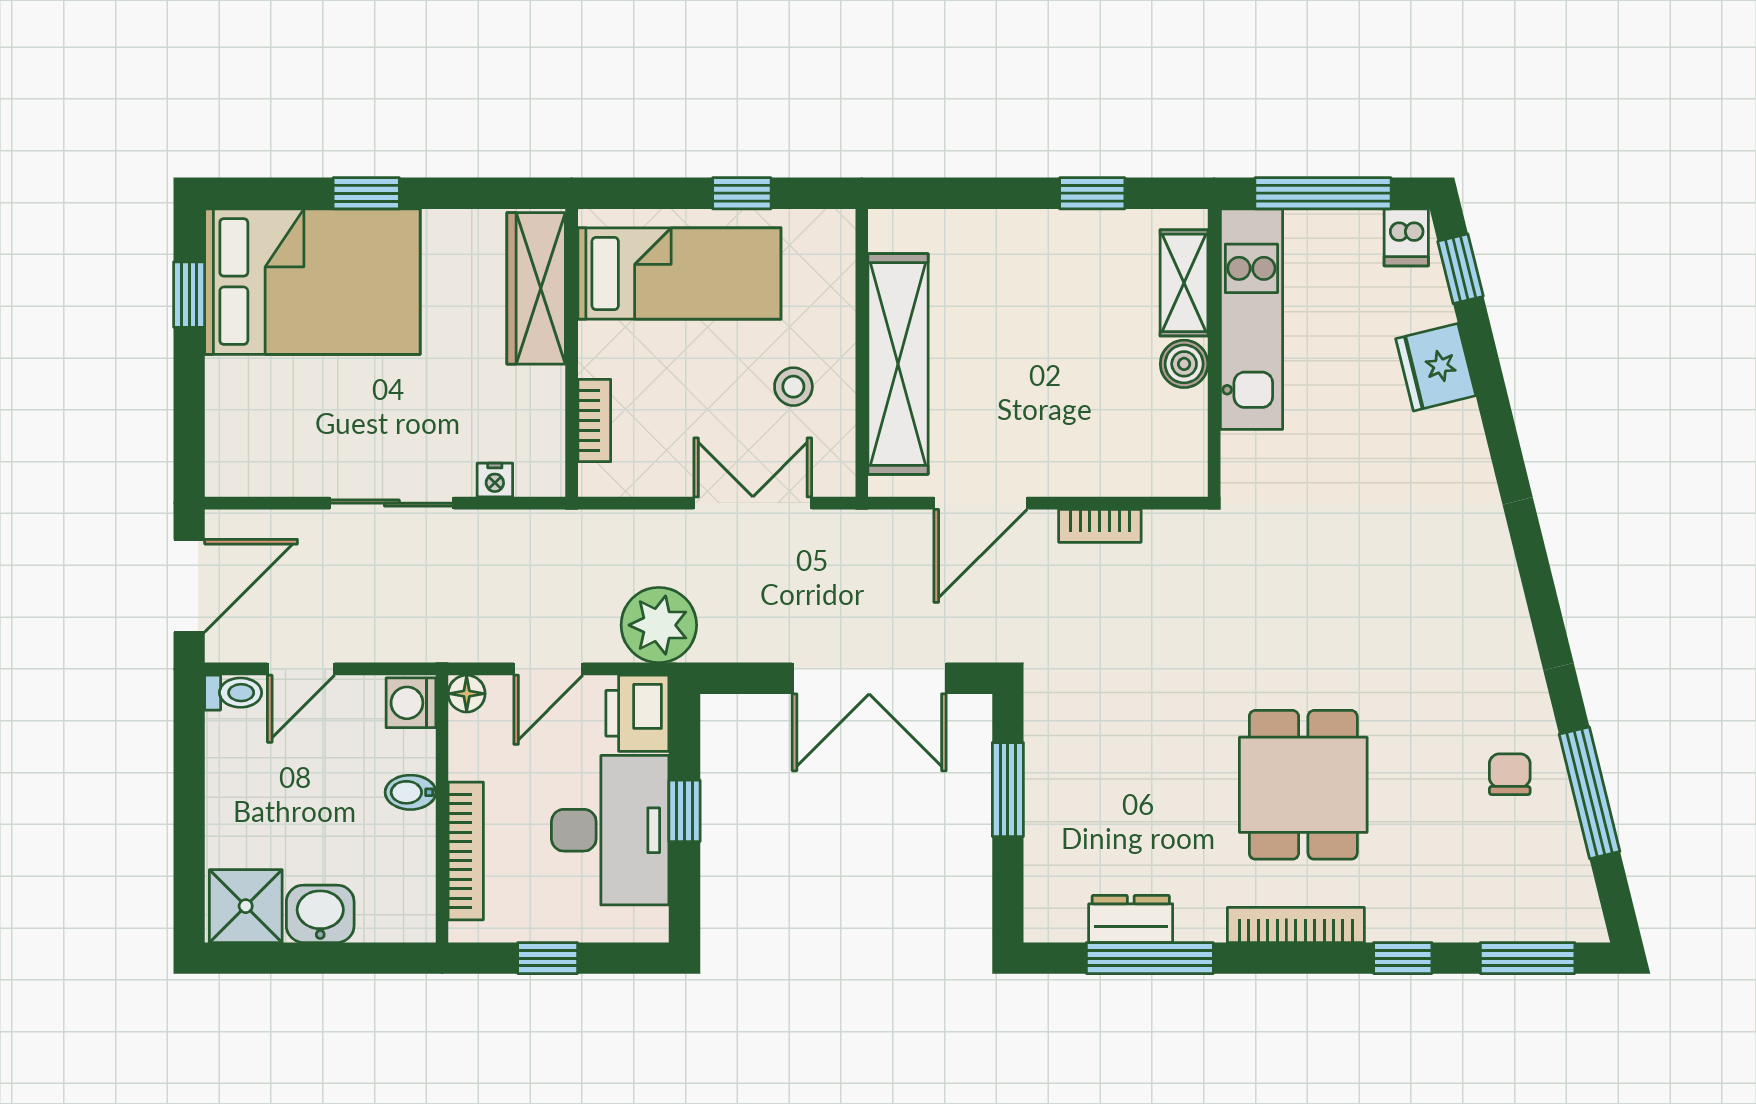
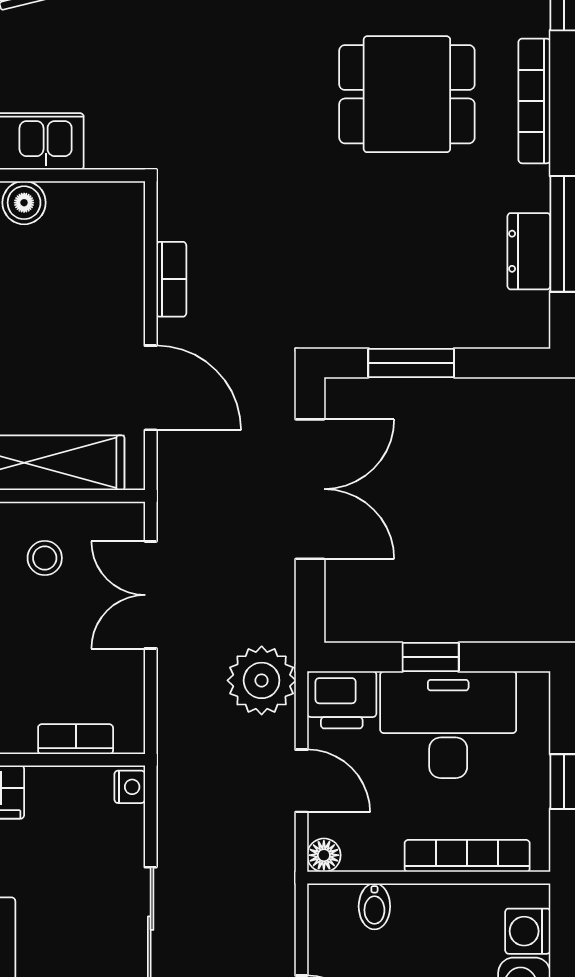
nightstand: (495, 480) -> (130, 787), moved
washing machine: (411, 703) -> (528, 931), moved, turned 90
bidet: (410, 792) -> (374, 906), moved

